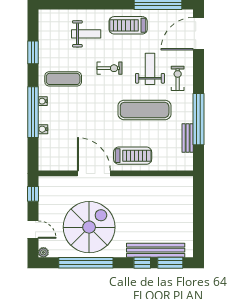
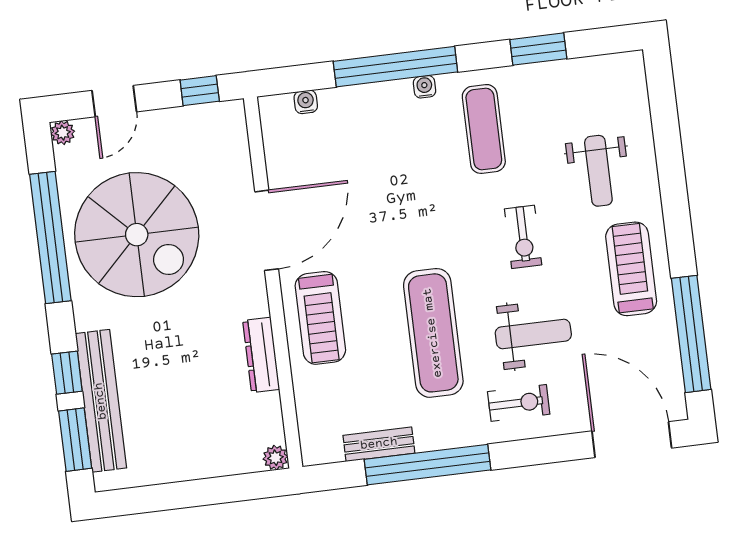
water cooler: (43, 129) -> (306, 102), moved
plant: (188, 181) -> (275, 458), added
dresser: (145, 182) -> (261, 355), added

